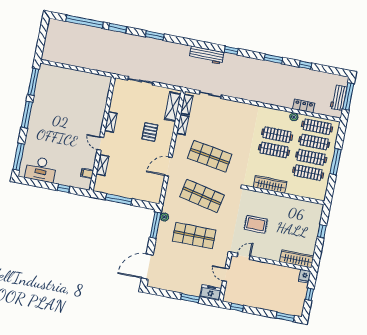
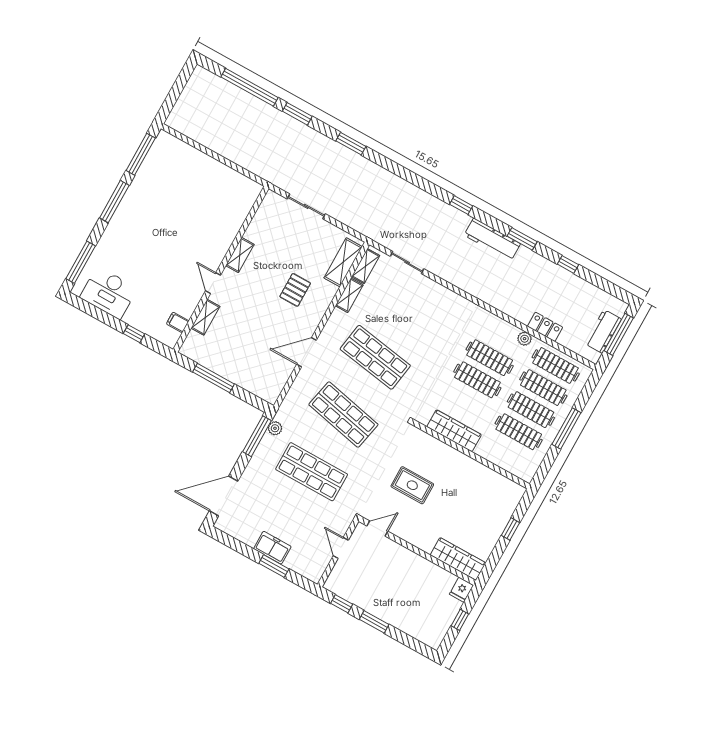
workbench: (207, 55) -> (492, 240), moved
freezer: (211, 293) -> (272, 548), moved
window: (285, 317) -> (374, 622), moved

